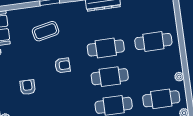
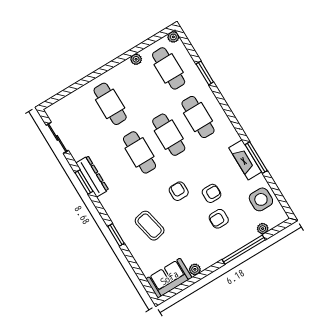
armchair: (50, 90) -> (212, 193), added

